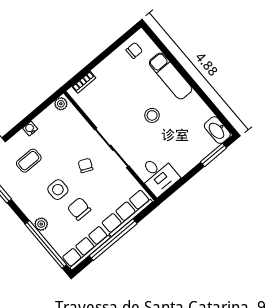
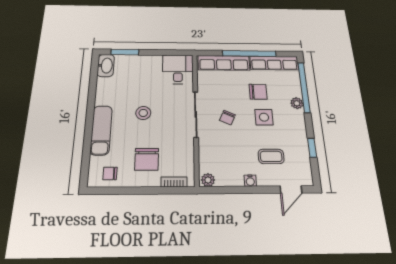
chair: (118, 82) -> (147, 159), added
chair: (79, 209) -> (258, 92), turned -90

